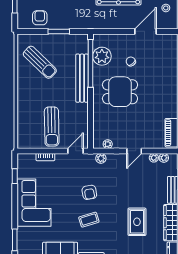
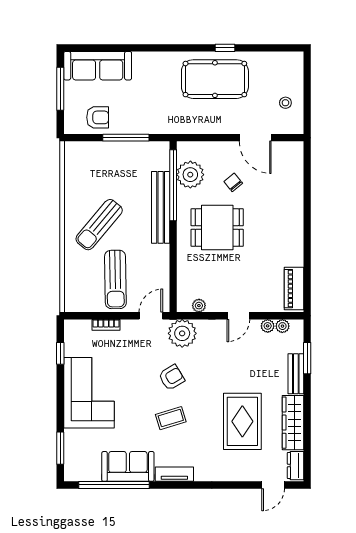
armchair: (40, 18) -> (98, 117), turned 90
window: (59, 31) -> (126, 138), width x1.44
door: (145, 31) -> (255, 138), swing flipped
sun lounger: (40, 62) -> (99, 225), moved, turned 86
plant: (101, 158) -> (182, 333), width x1.88, depth x1.88
armchair: (89, 192) -> (172, 377), turned -111
rug: (137, 222) -> (242, 421), width x1.36, depth x1.43

